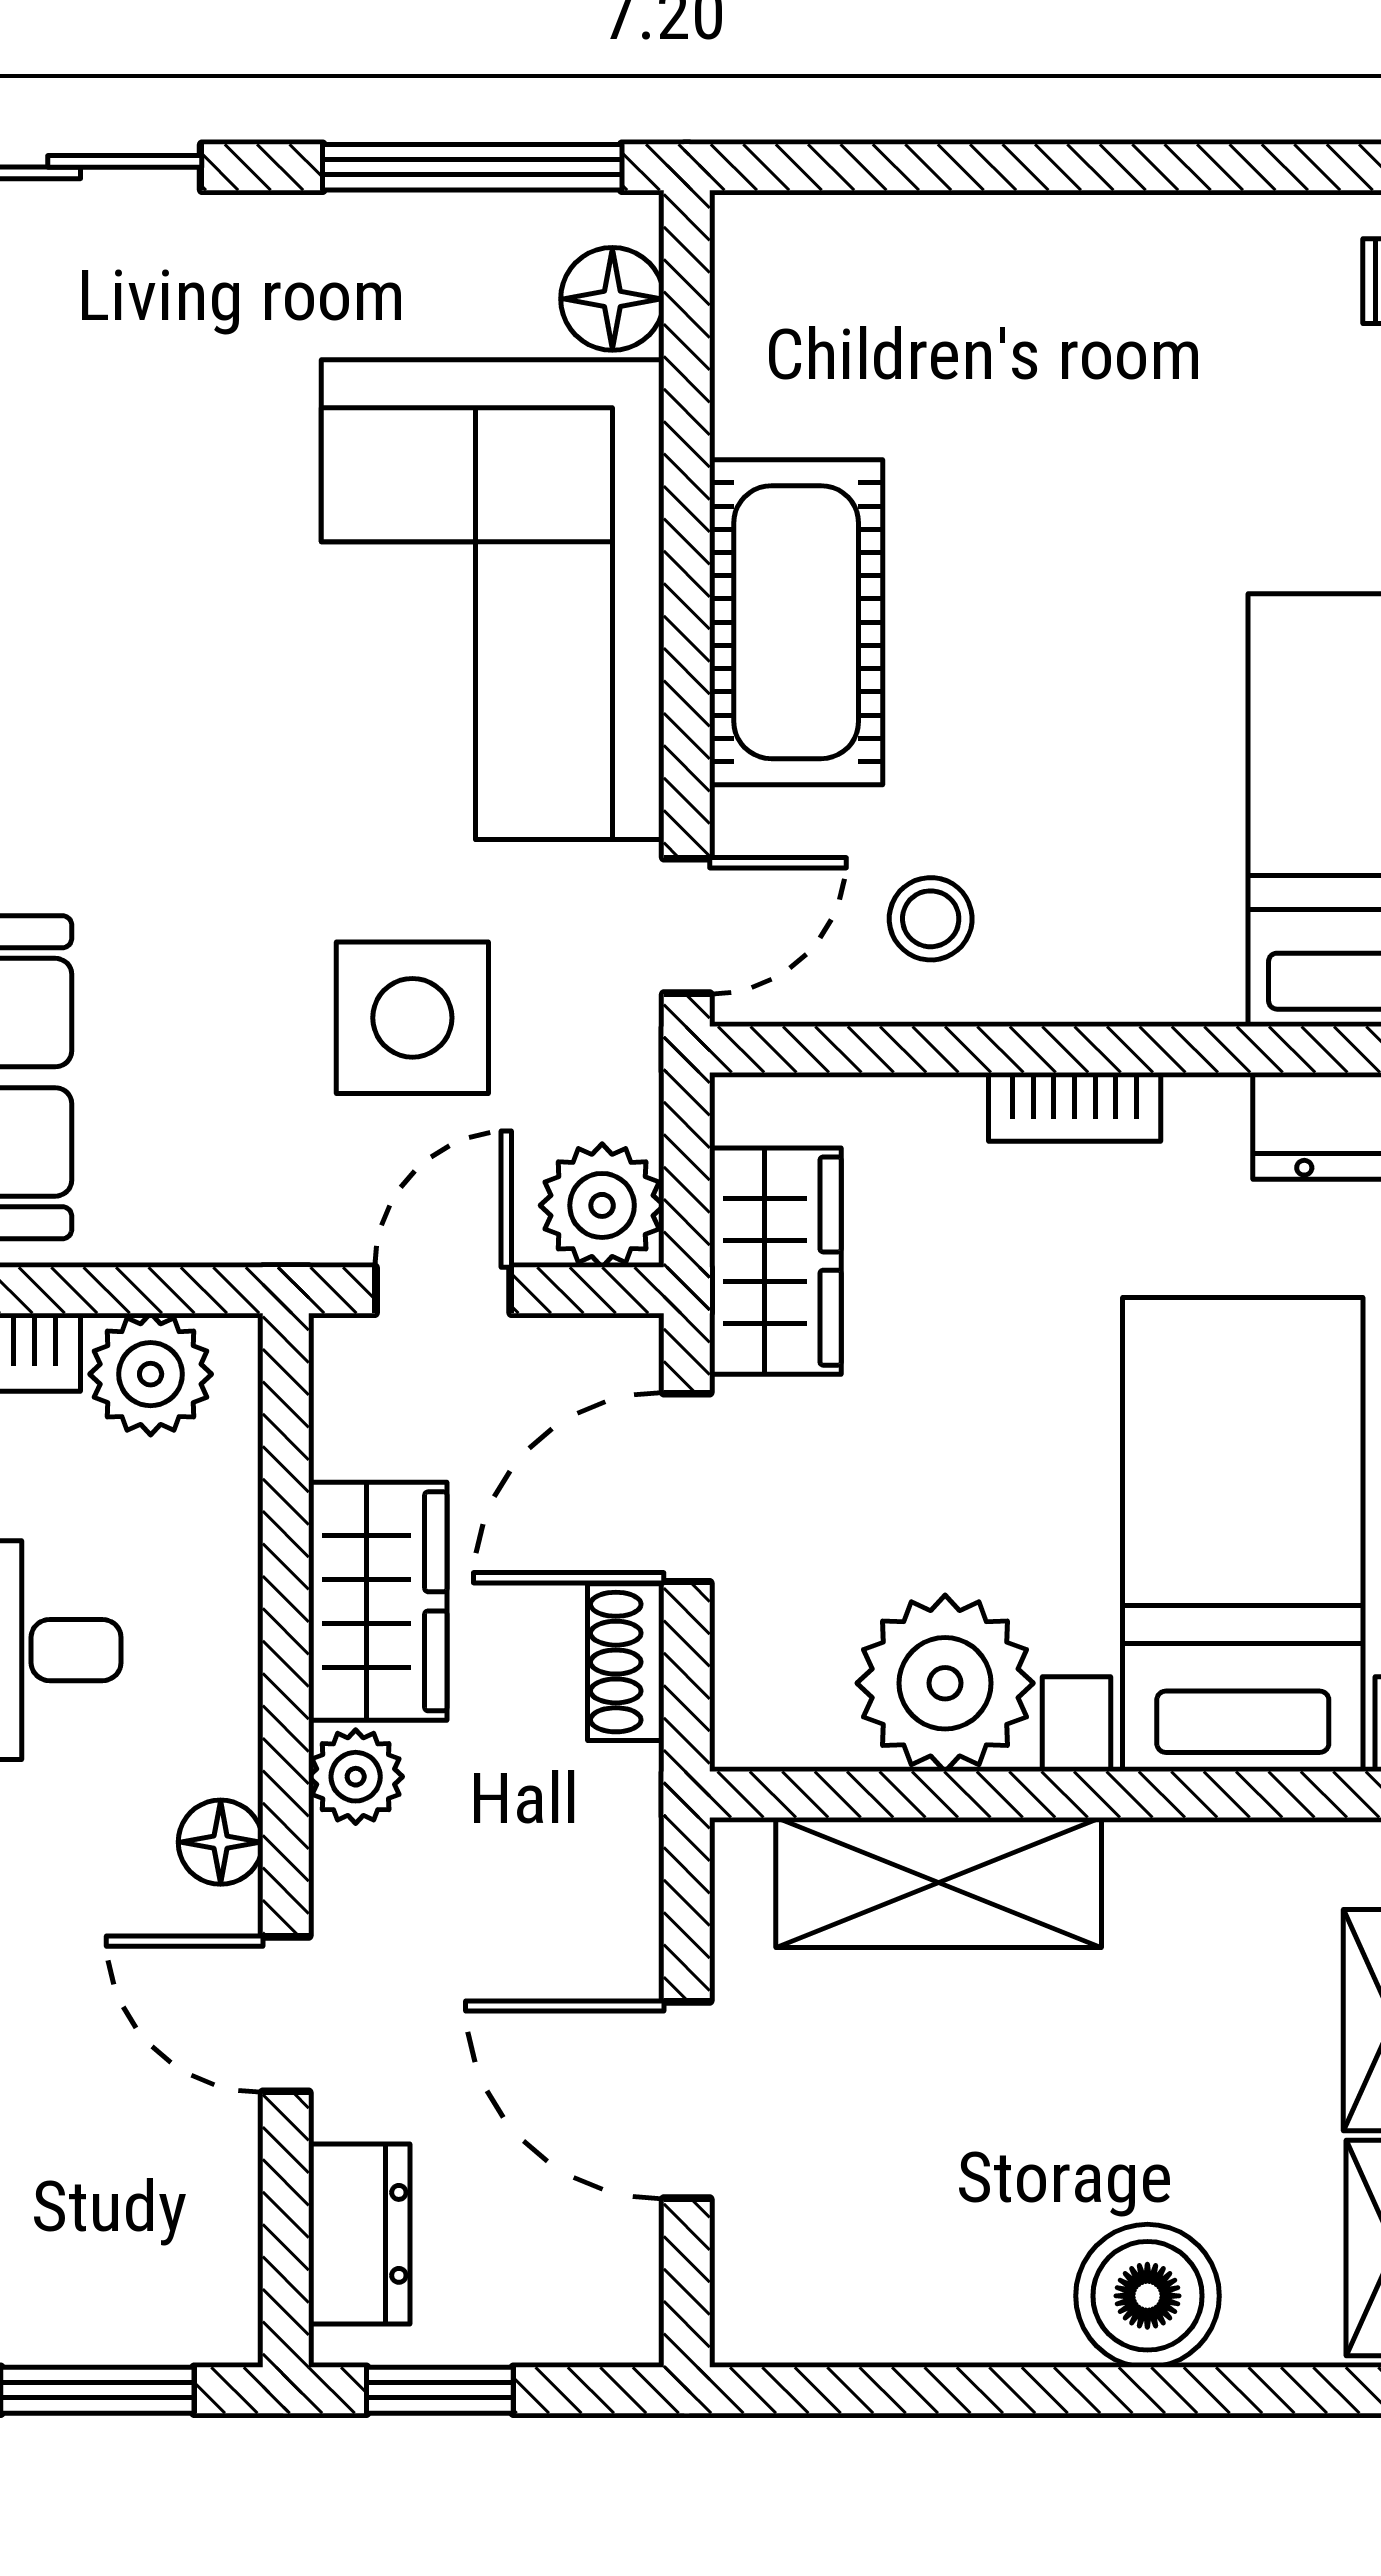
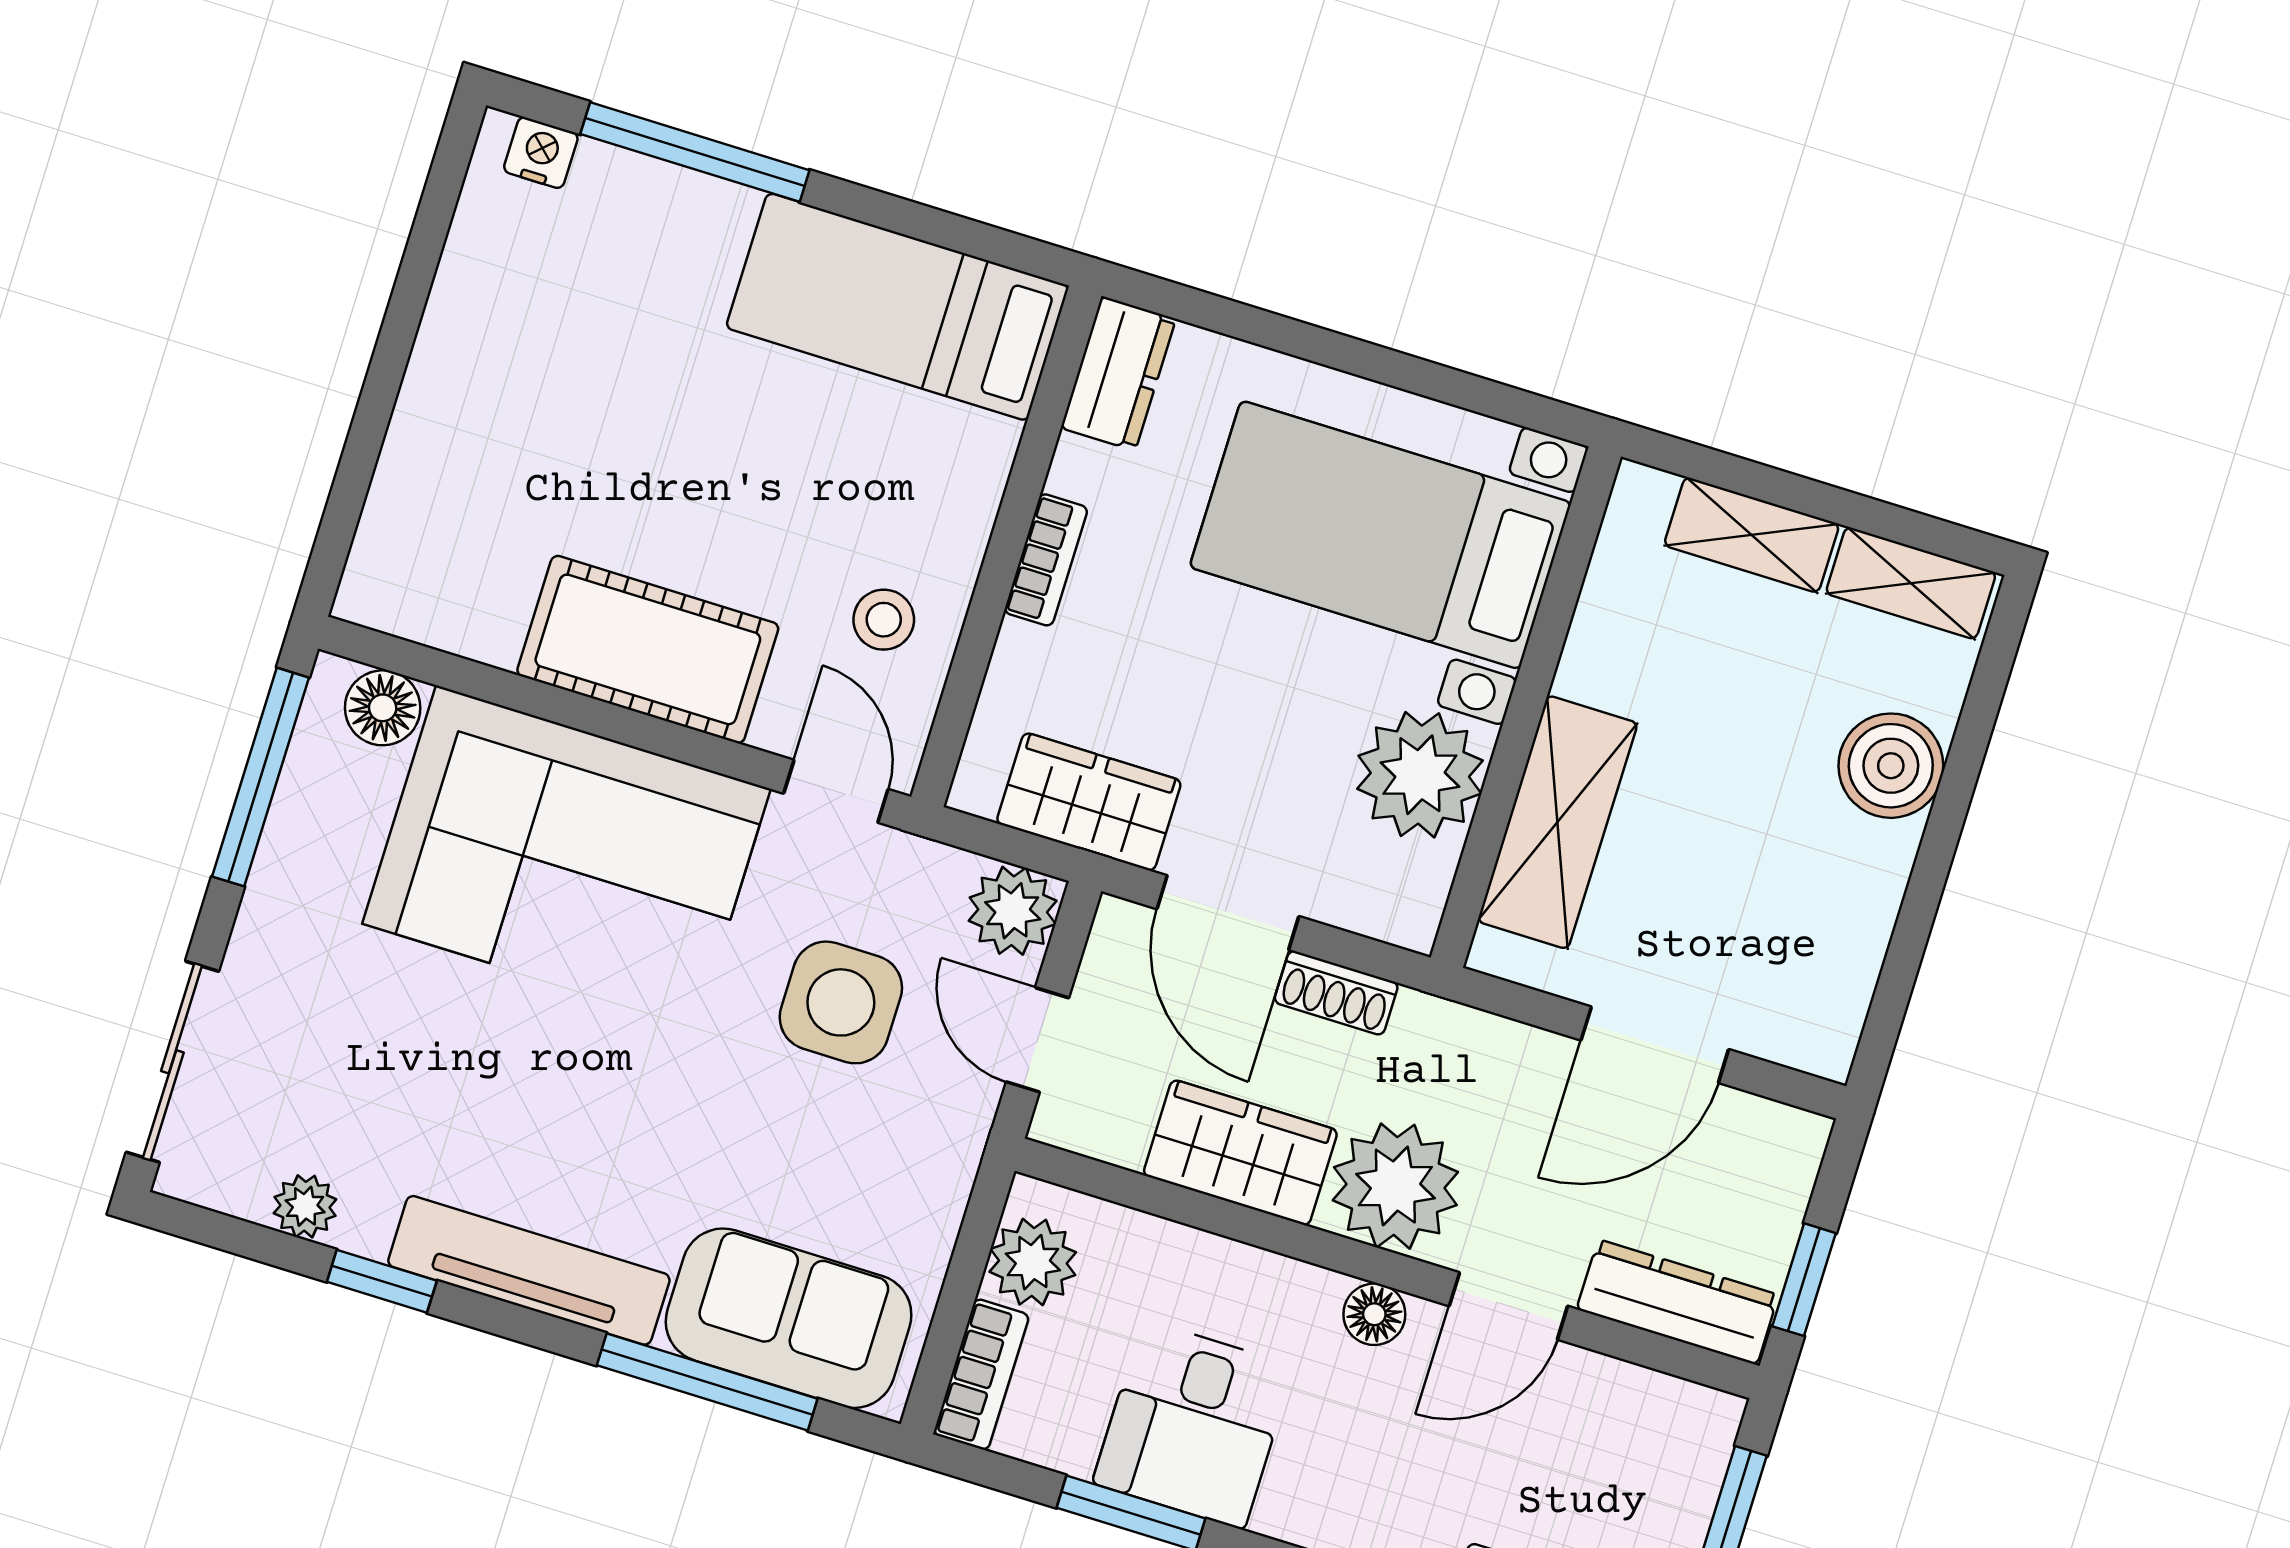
plant: (356, 1777) -> (1395, 1186), width x1.88, depth x1.88
dresser: (359, 2234) -> (1678, 1302), width x1.44

